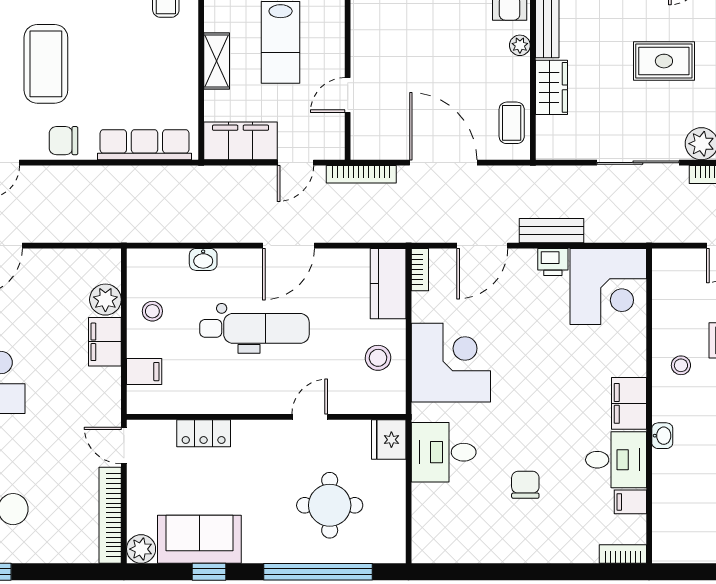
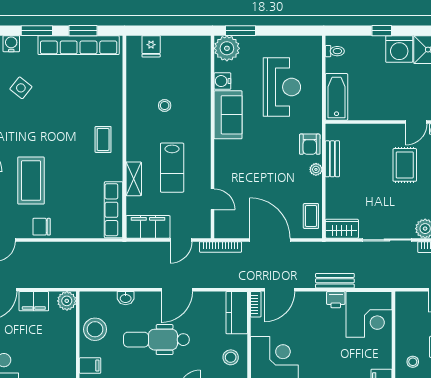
rug: (664, 61) -> (405, 165), moved, turned 90
wardrobe: (552, 87) -> (342, 229), moved, turned -90
door: (348, 95) -> (212, 199), swing flipped
row of seats: (145, 145) -> (114, 210), moved, turned -90
door: (482, 246) -> (279, 290), moved
plant: (105, 300) -> (67, 301), moved
stool: (152, 311) -> (95, 329), width x1.89, depth x1.89
dental chair: (254, 328) -> (156, 340), turned 180
filing cabinet: (105, 342) -> (34, 301), moved, turned -90

